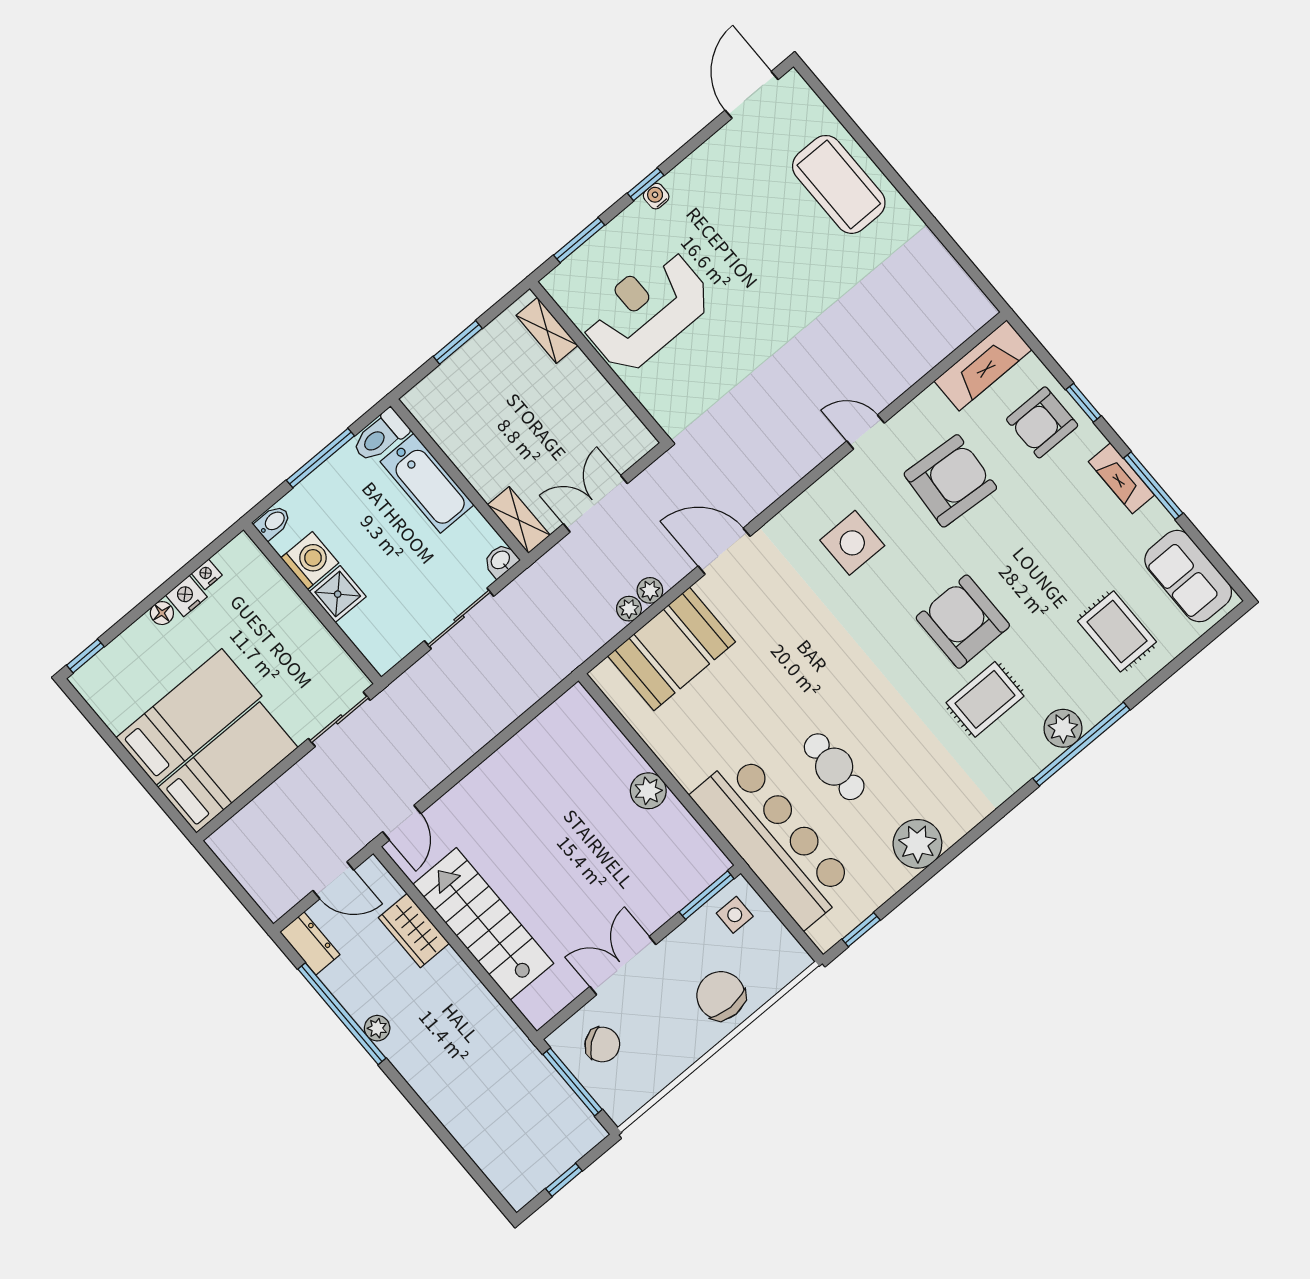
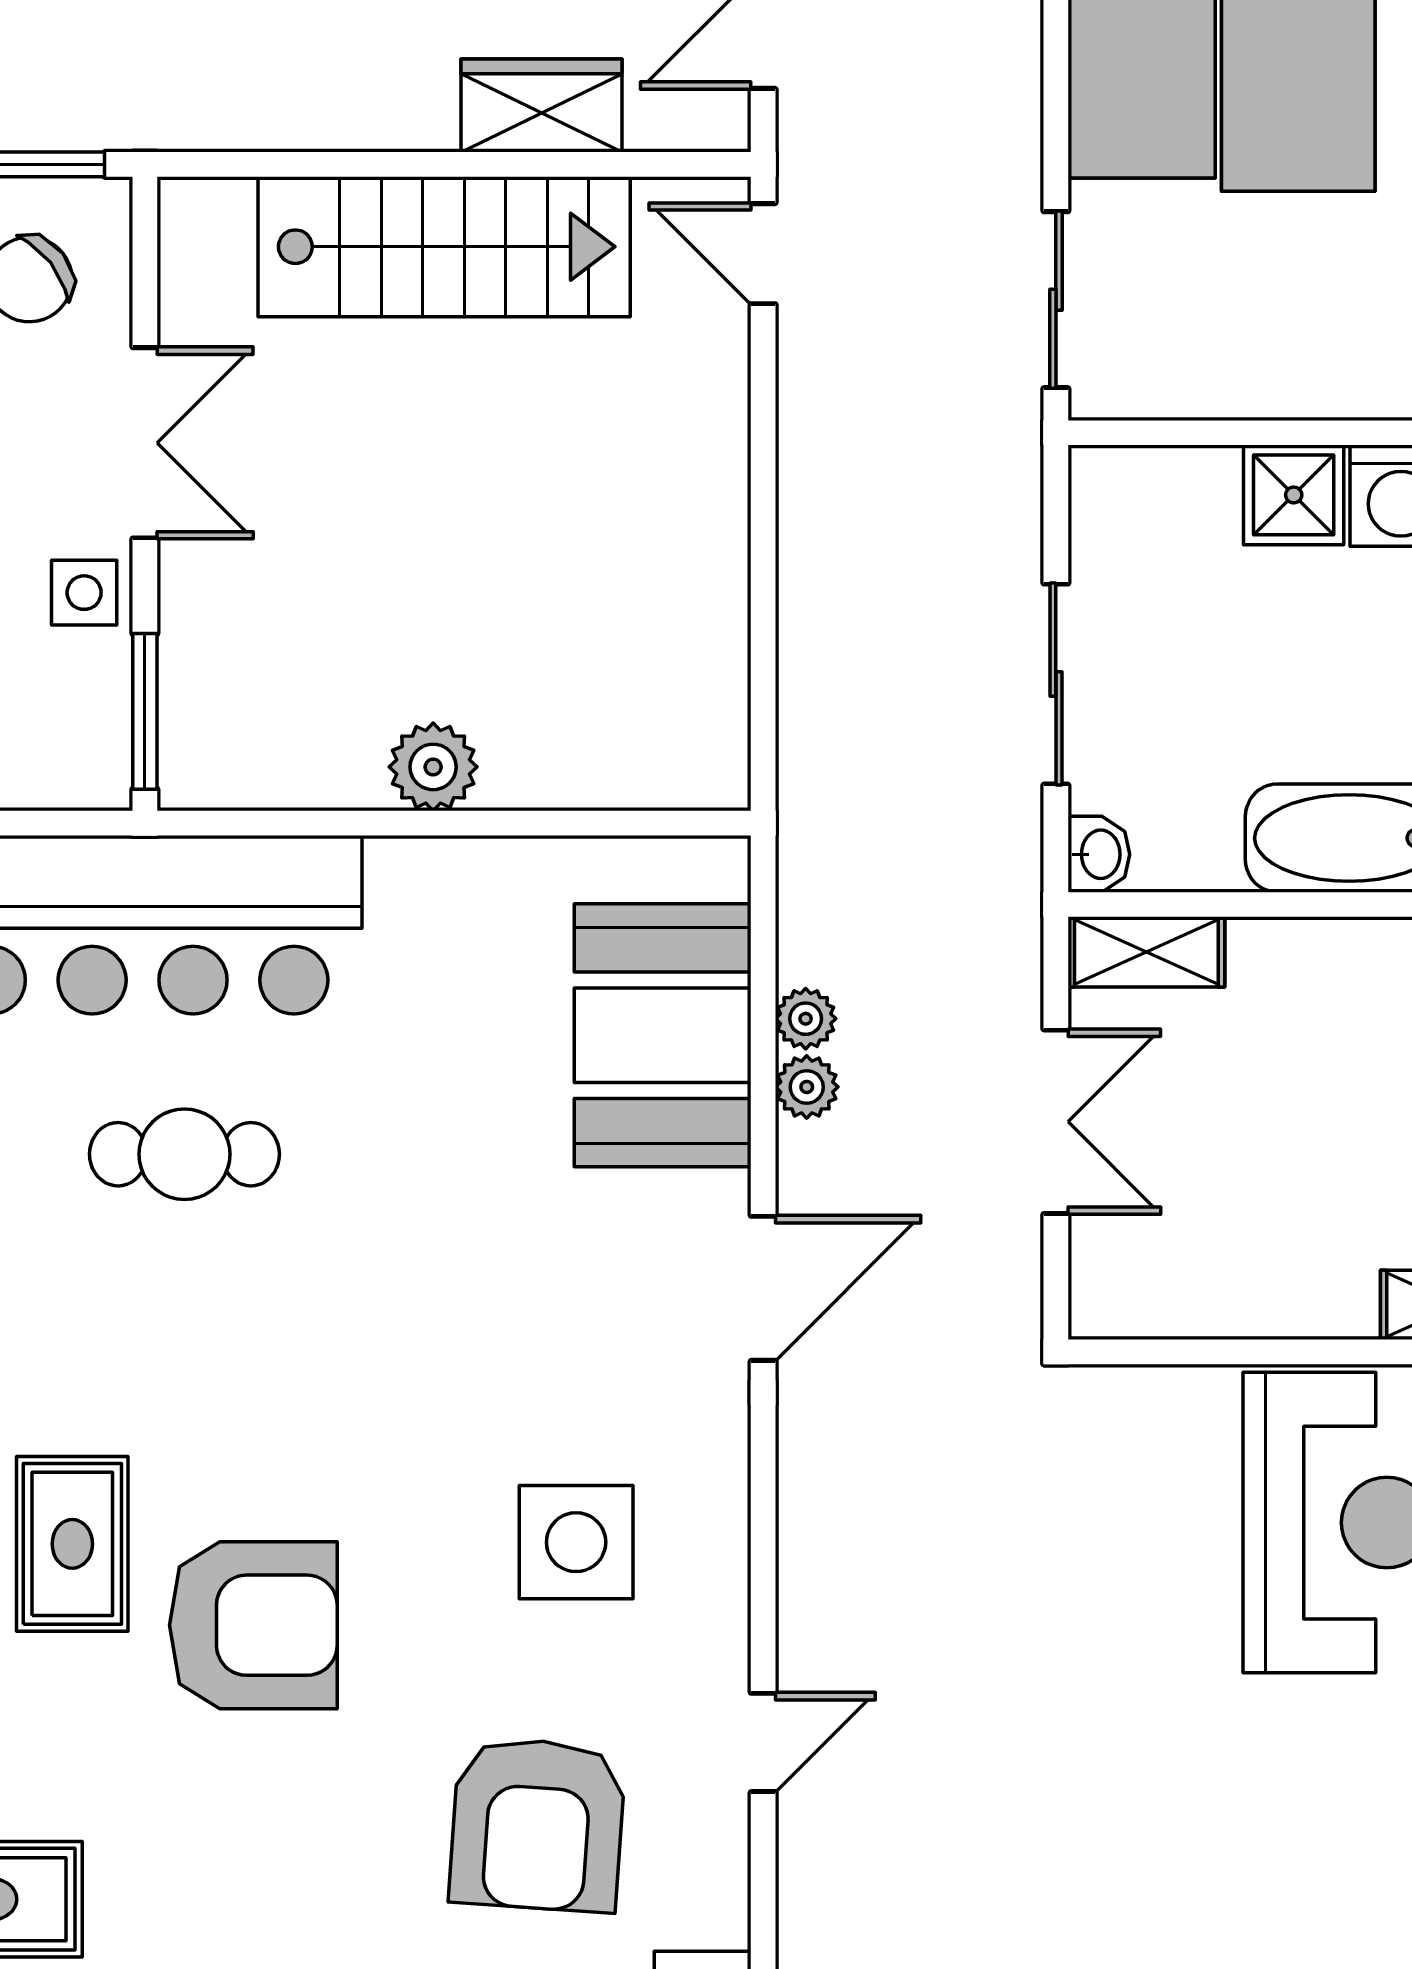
side table: (735, 915) -> (84, 593), moved

